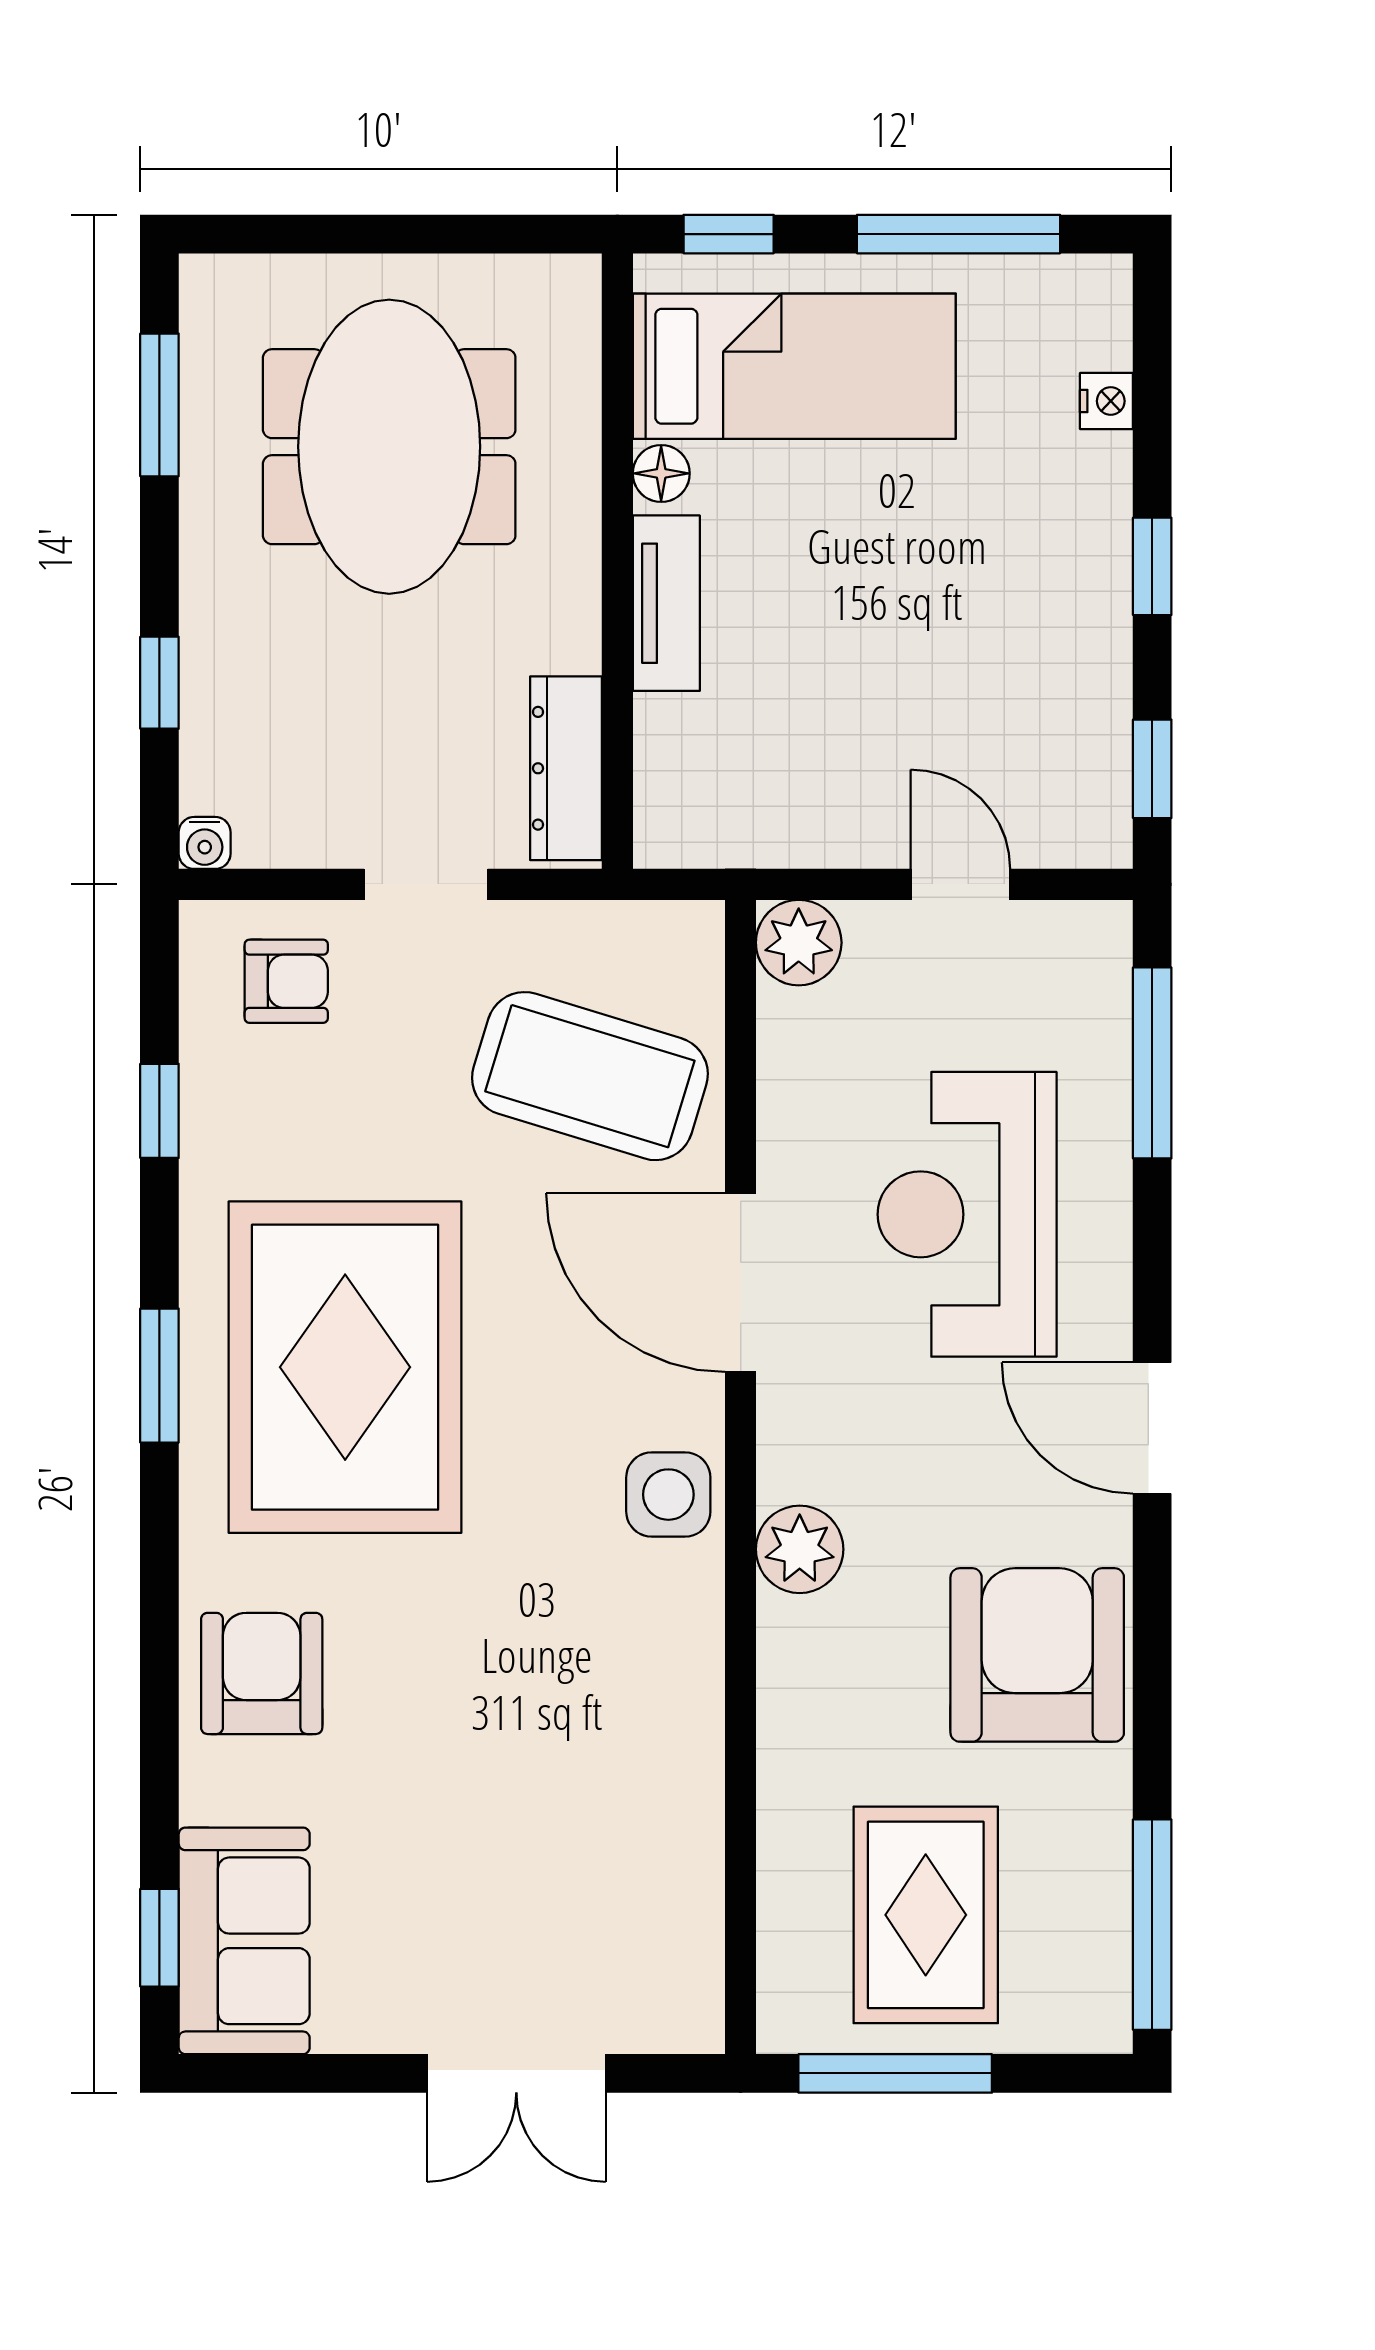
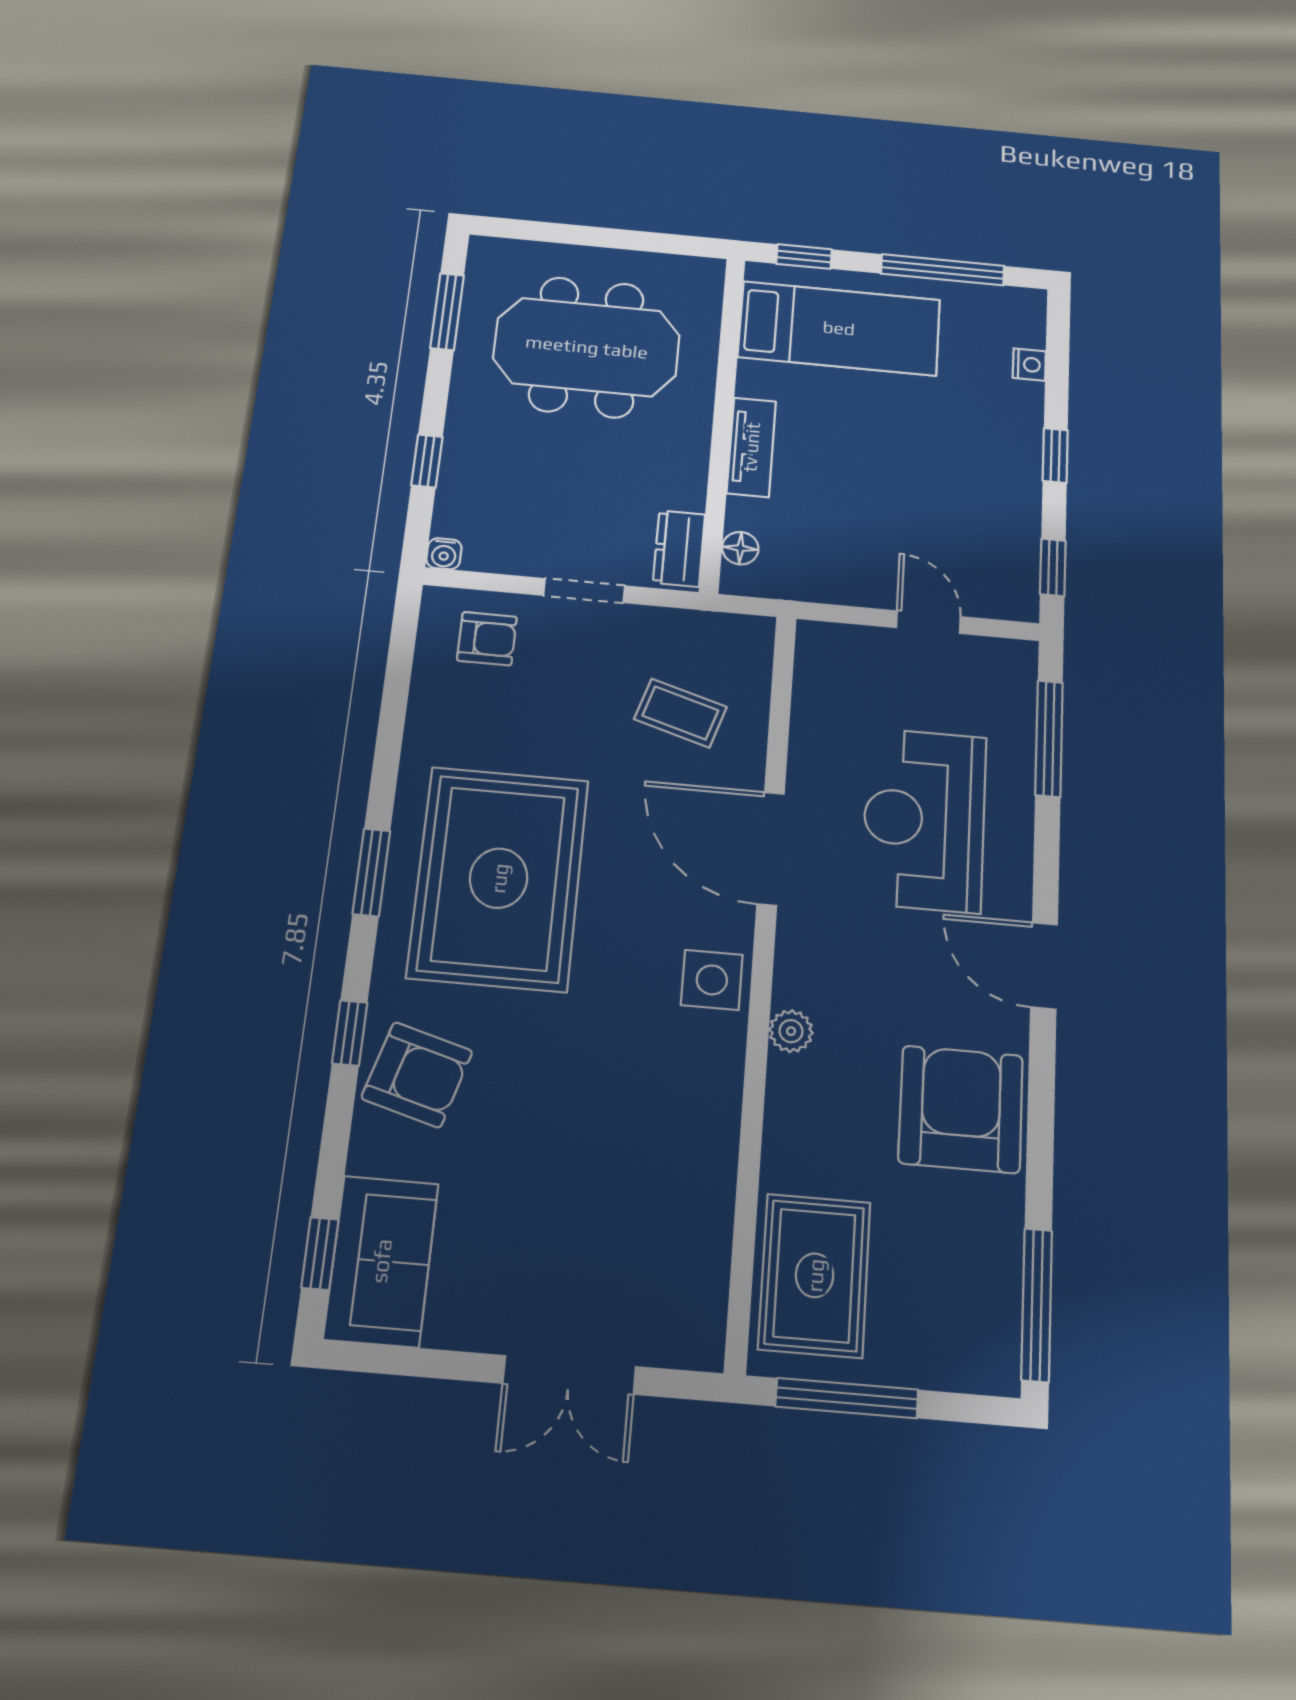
meeting table: (389, 447) -> (587, 347), turned 90
floor lamp: (661, 473) -> (740, 548), moved
dresser: (566, 768) -> (679, 549), width x0.70
plant: (799, 943) -> (822, 646), removed
coffee table: (590, 1076) -> (680, 713), width x0.54, depth x0.58
window: (159, 1111) -> (350, 1033), moved
plant: (800, 1549) -> (791, 1031), width x0.73, depth x0.73
armchair: (262, 1673) -> (417, 1075), turned 106
rug: (926, 1915) -> (815, 1275), moved

